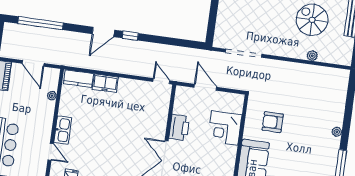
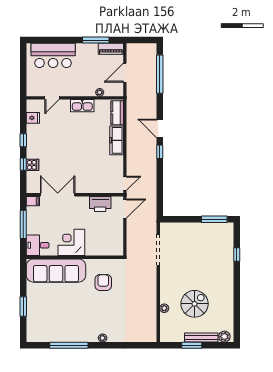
freezer: (105, 83) -> (117, 140), width x1.40
door: (205, 87) -> (125, 209), moved
printer: (179, 127) -> (100, 204), moved
corner desk: (225, 128) -> (71, 242), moved
kitchen sink: (63, 130) -> (82, 106), moved

